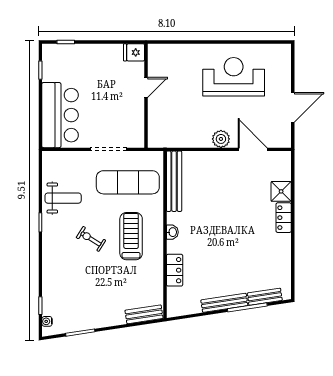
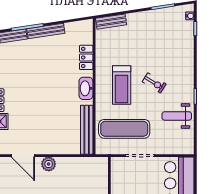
washbasin: (172, 232) -> (86, 88), width x1.91, depth x1.45

